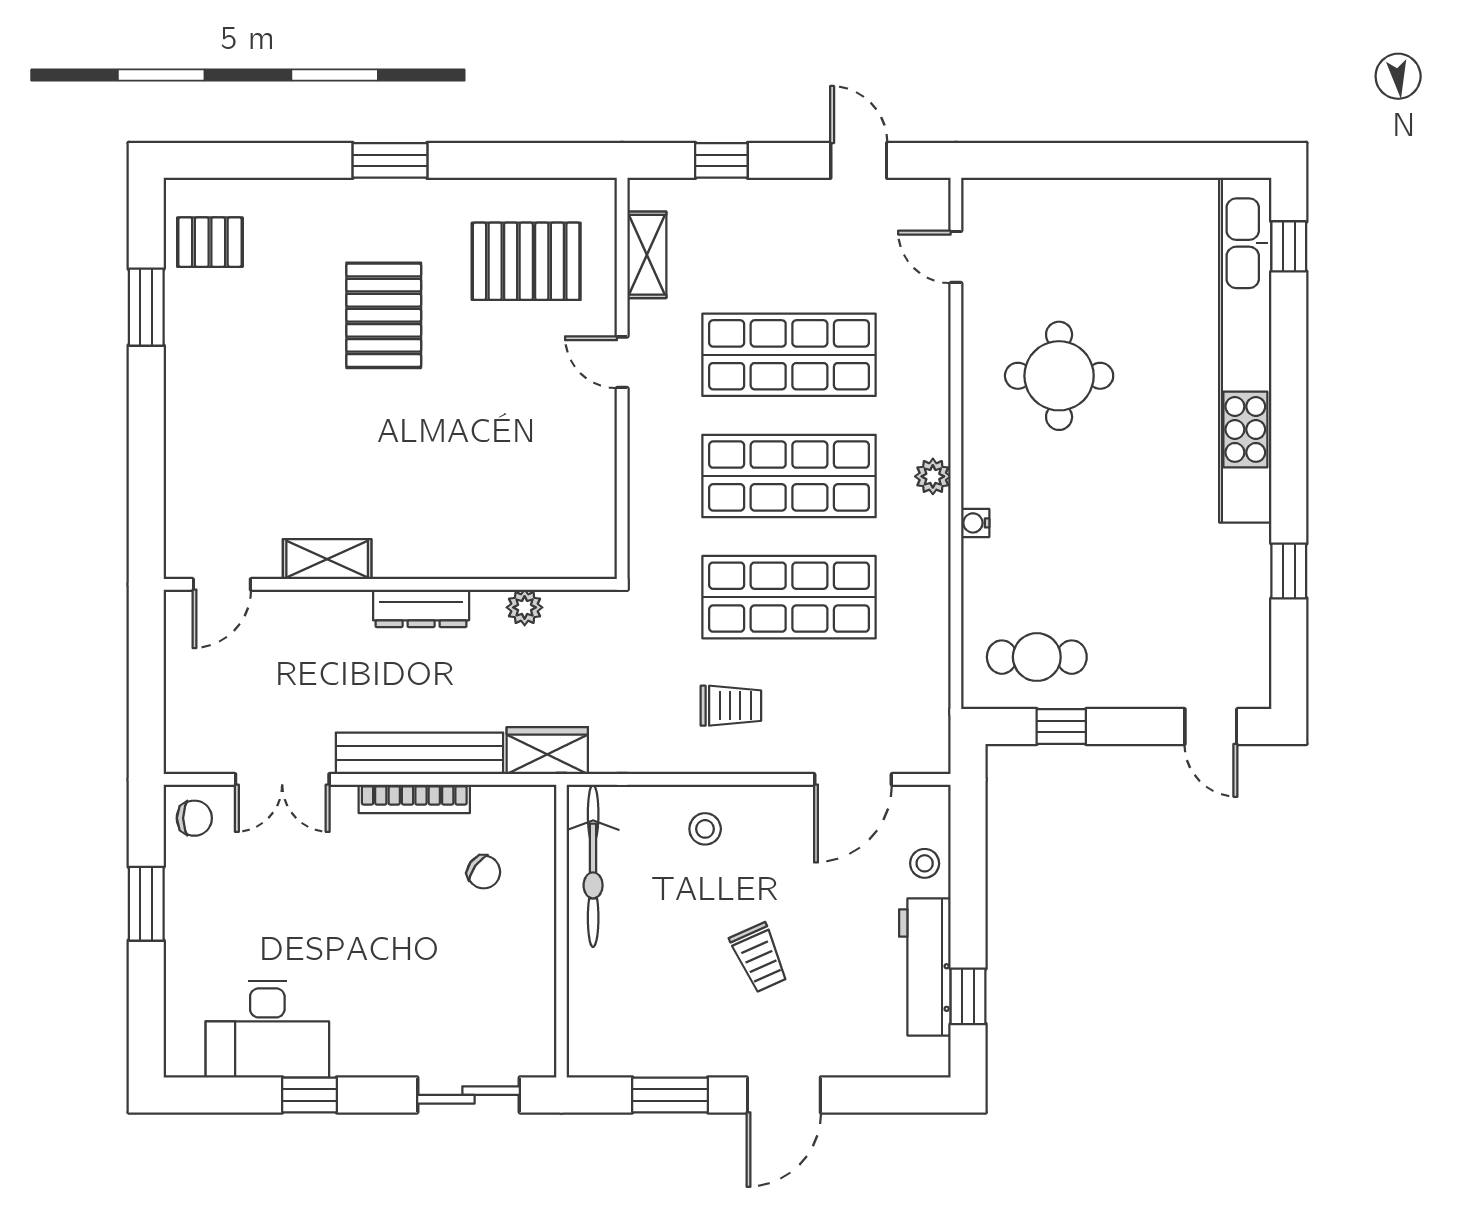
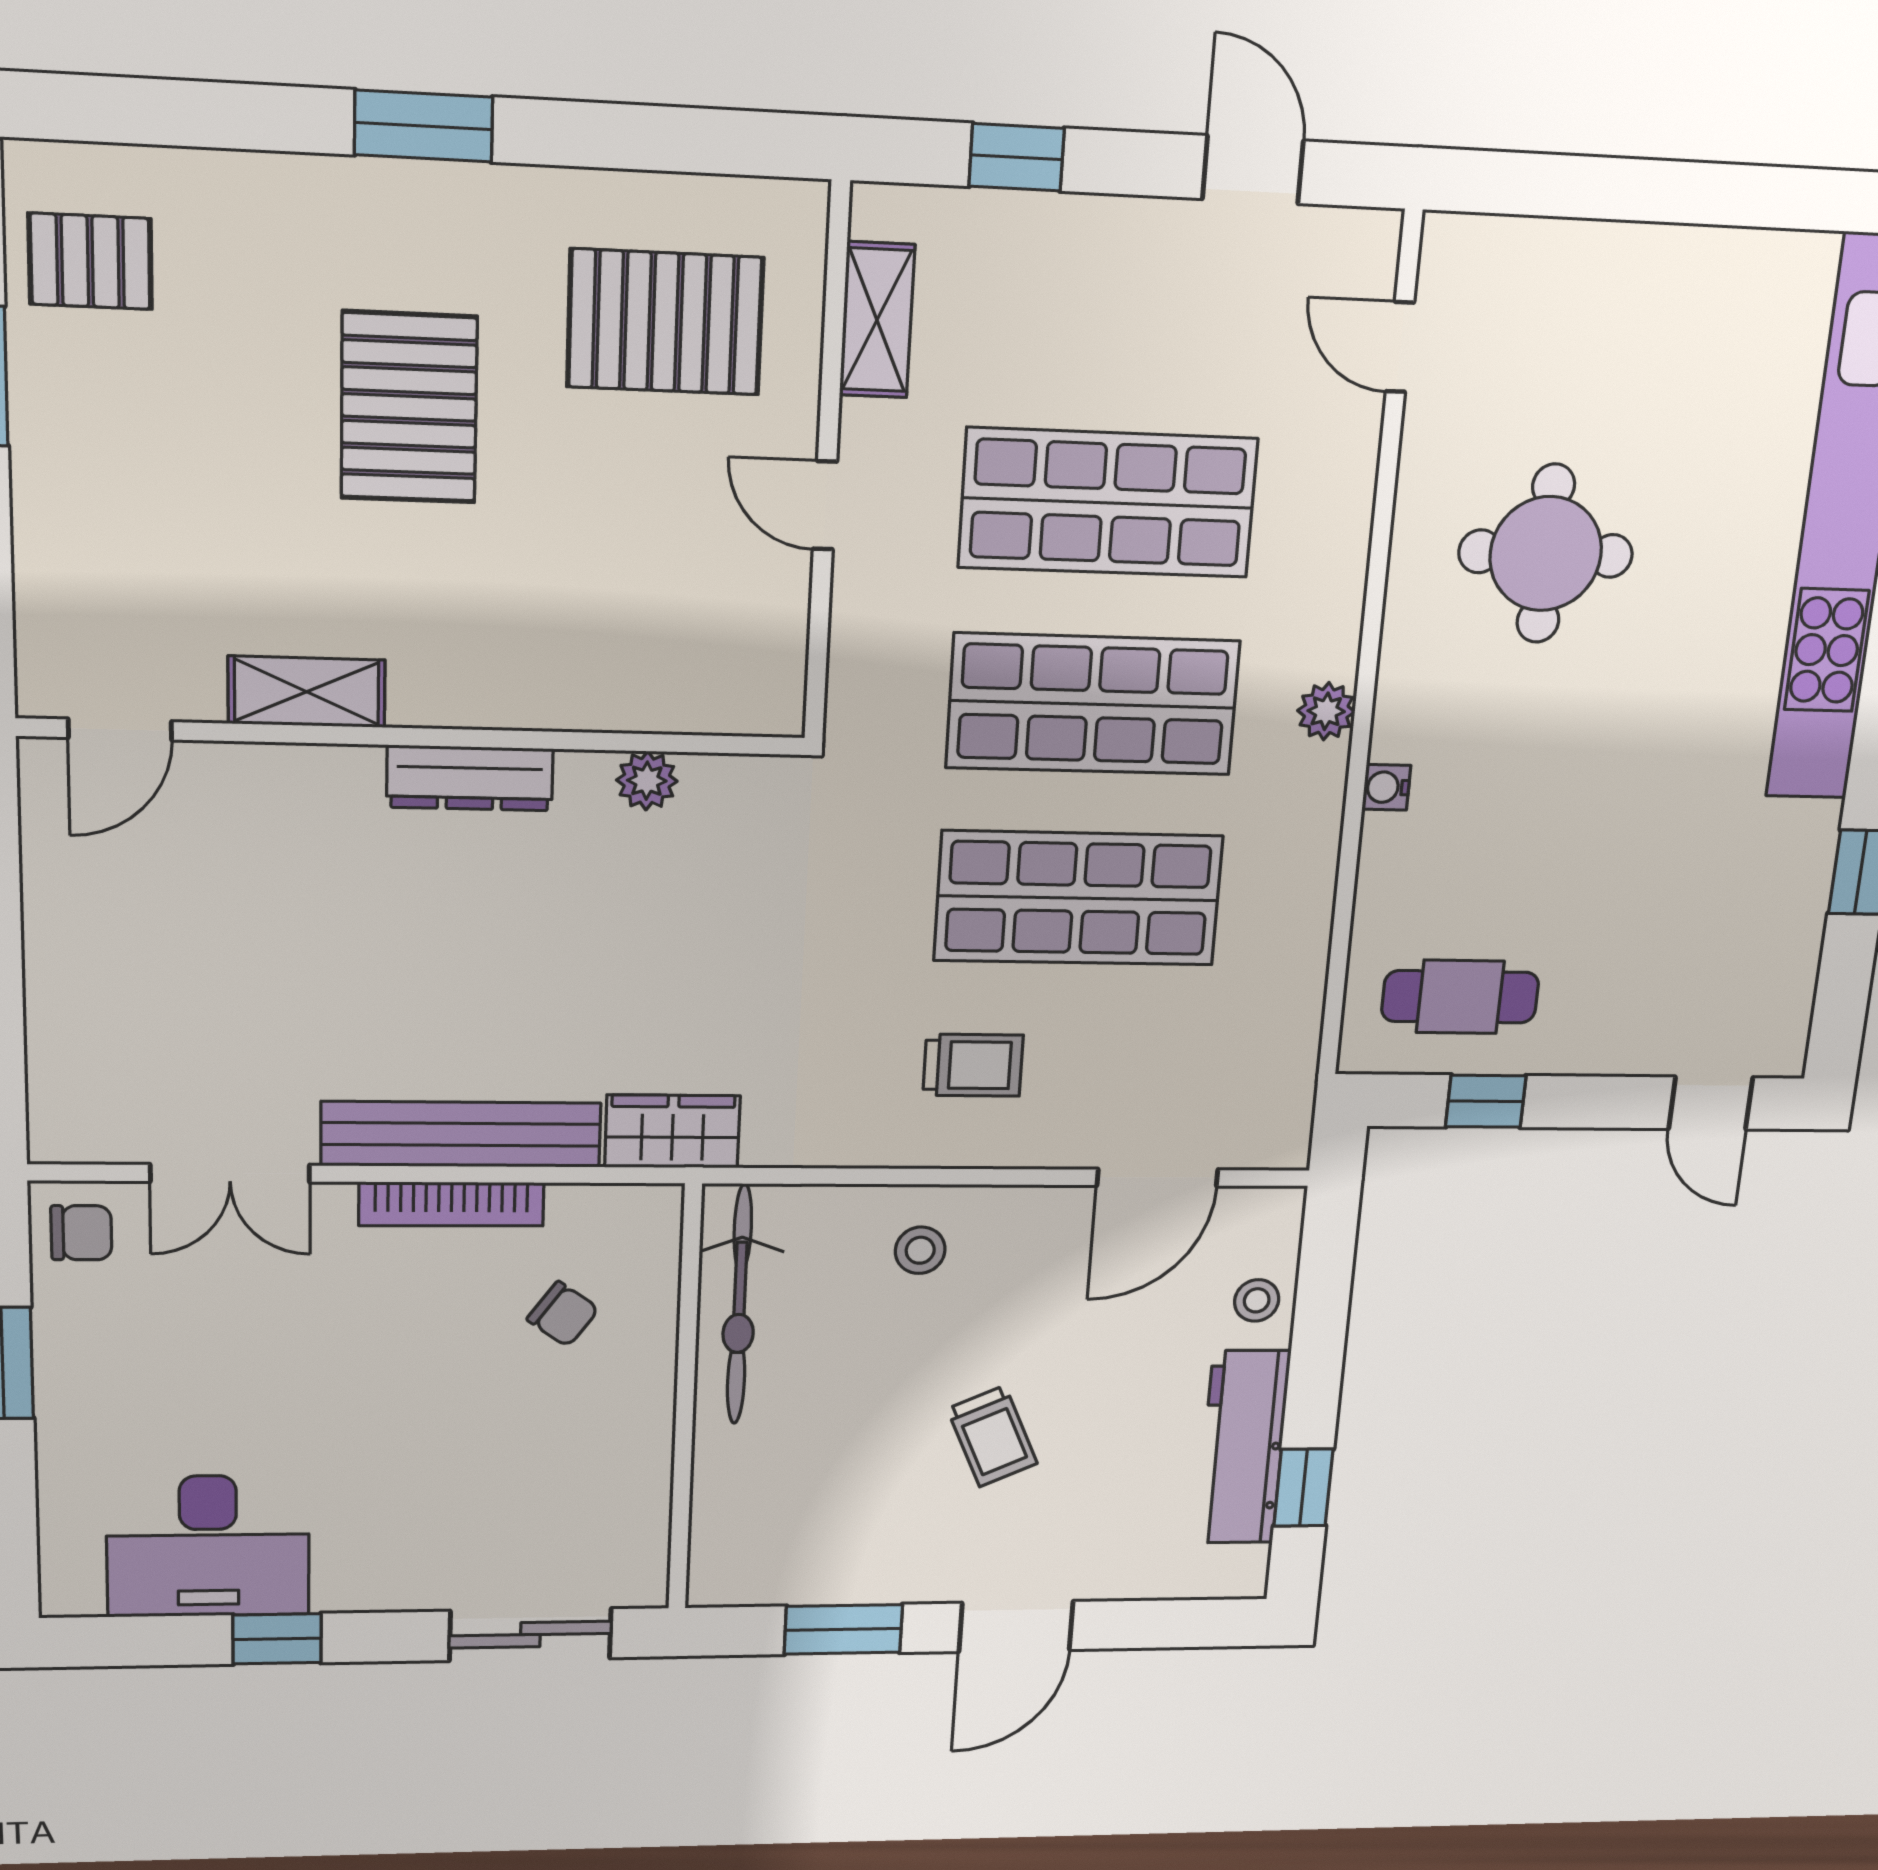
shelving: (327, 559) -> (307, 692), moved
door: (222, 584) -> (120, 730), moved
wall: (390, 584) -> (417, 737), moved
plant: (525, 607) -> (647, 781), moved
dresser: (421, 608) -> (470, 778), moved

